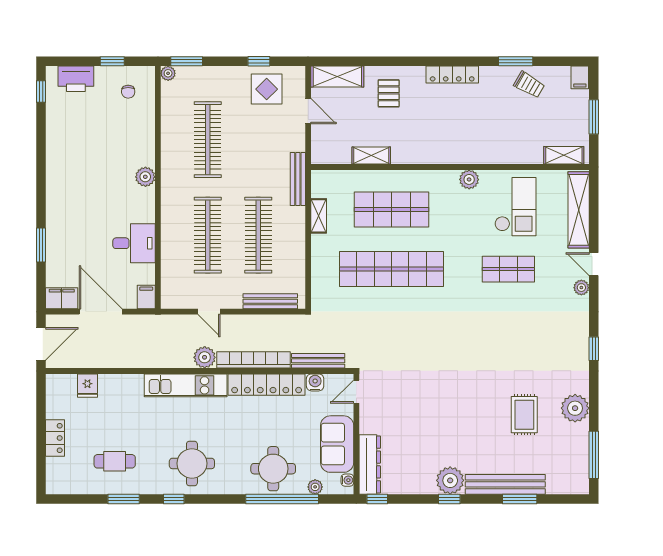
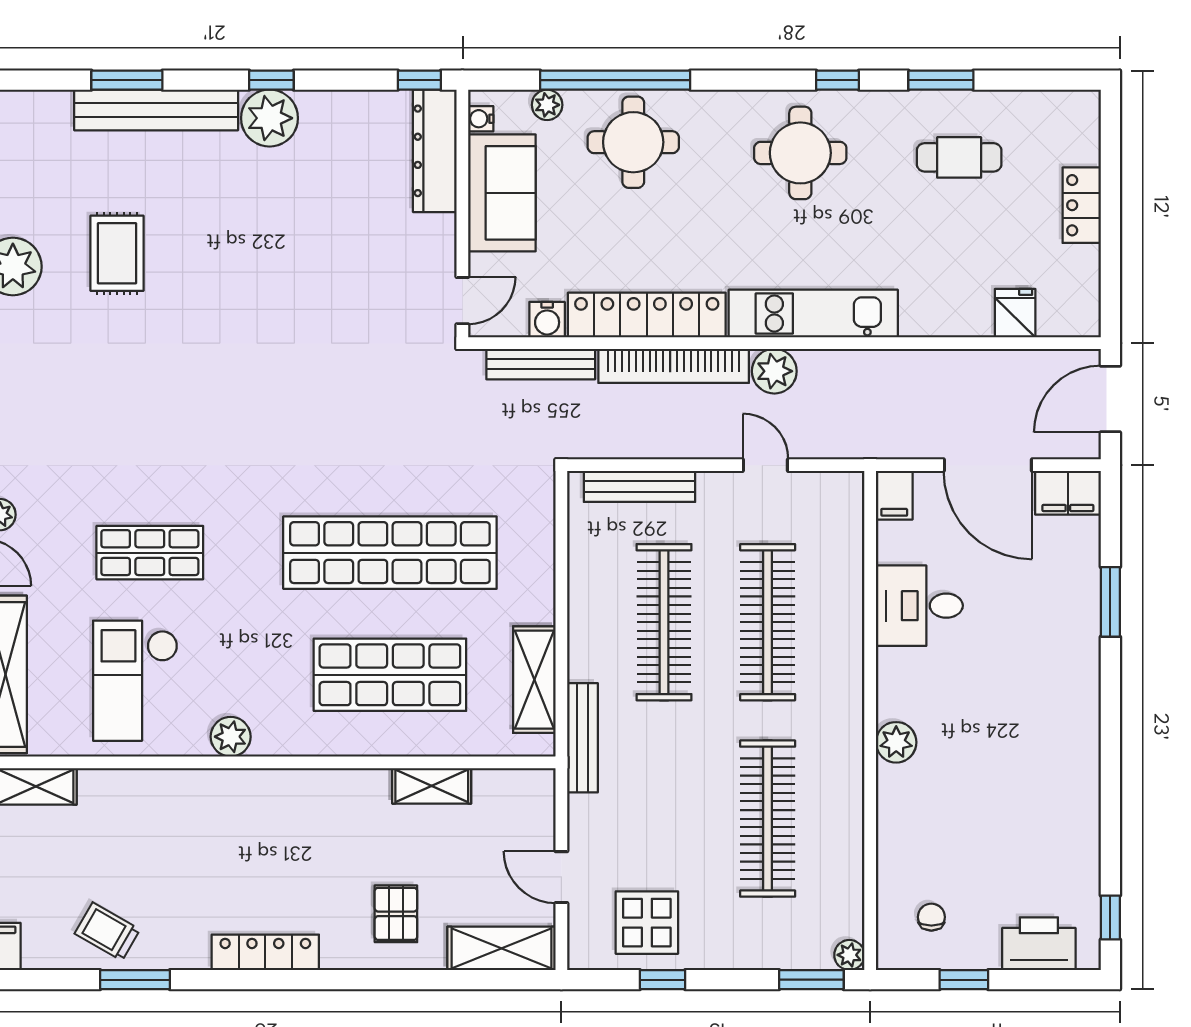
shelving: (319, 216) -> (534, 680), width x1.50, depth x1.33

